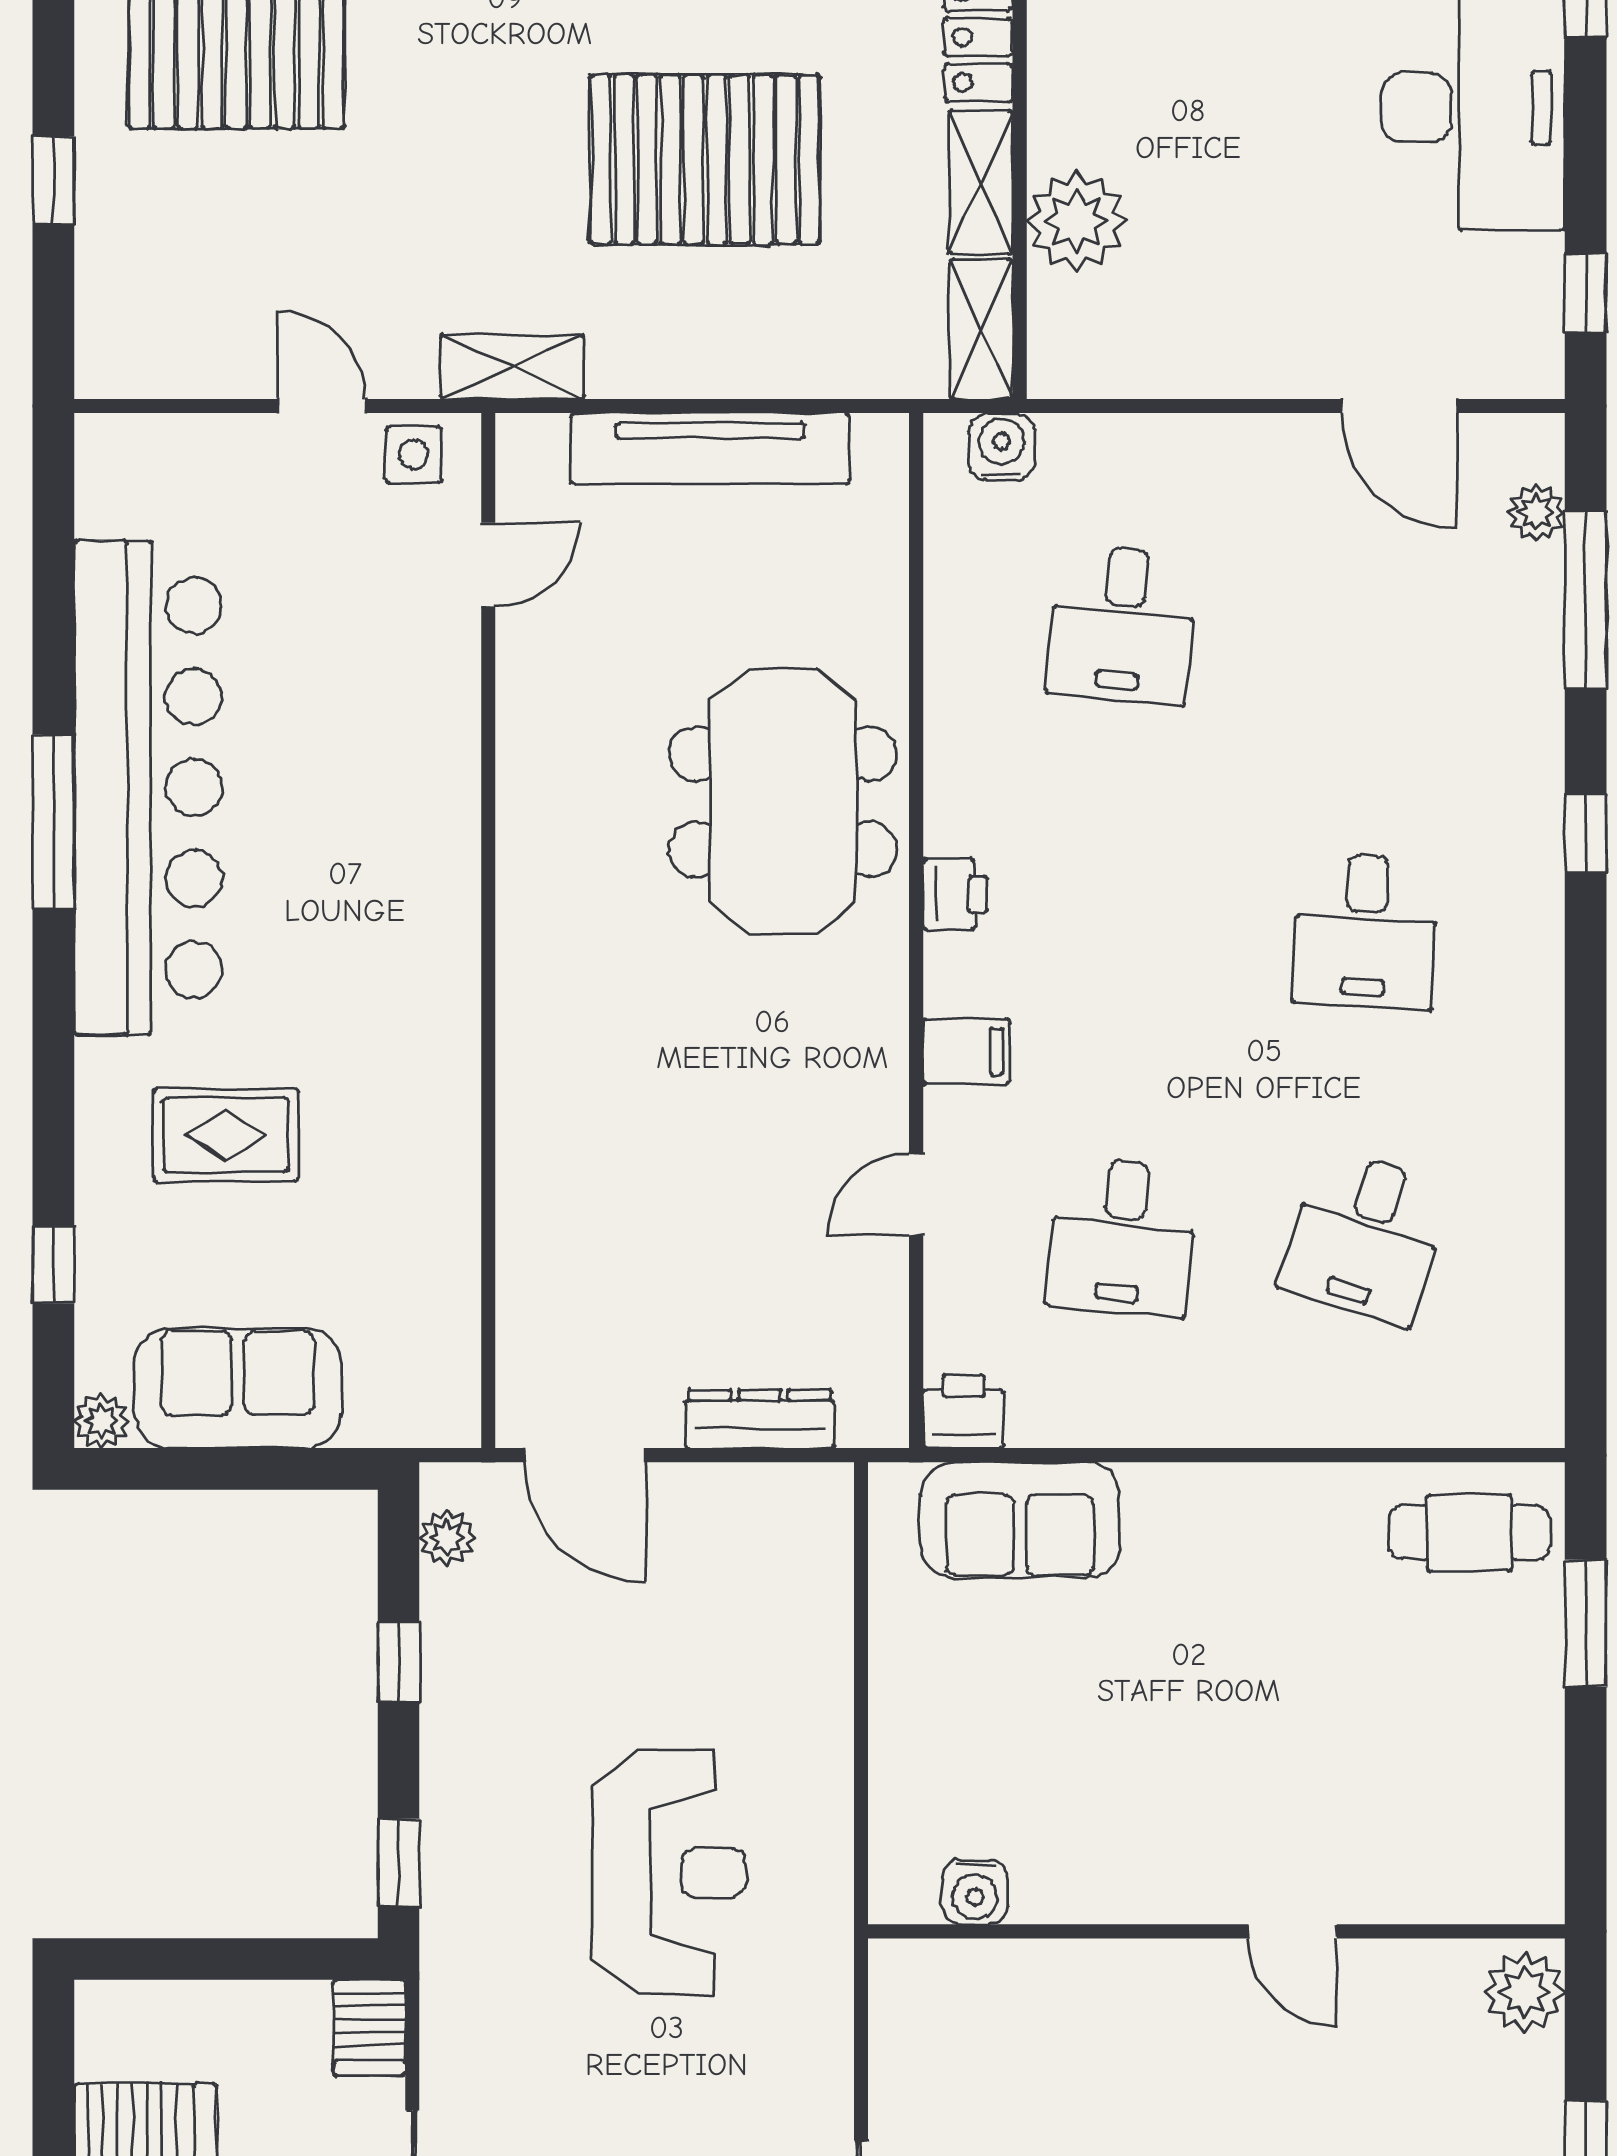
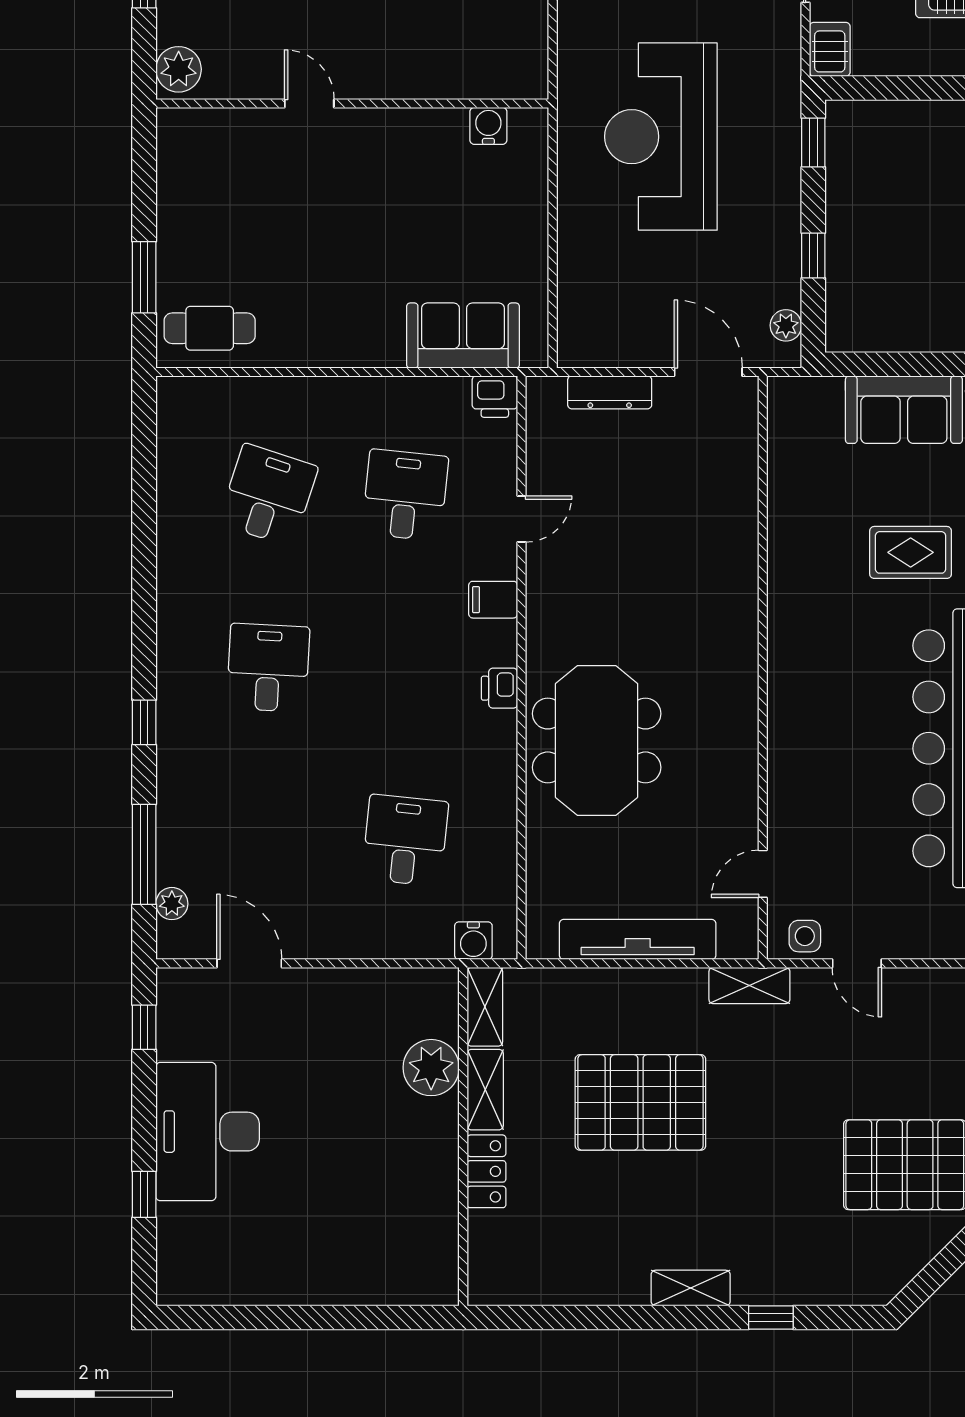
reception desk: (669, 1873) -> (661, 137), width x1.36, depth x1.30

